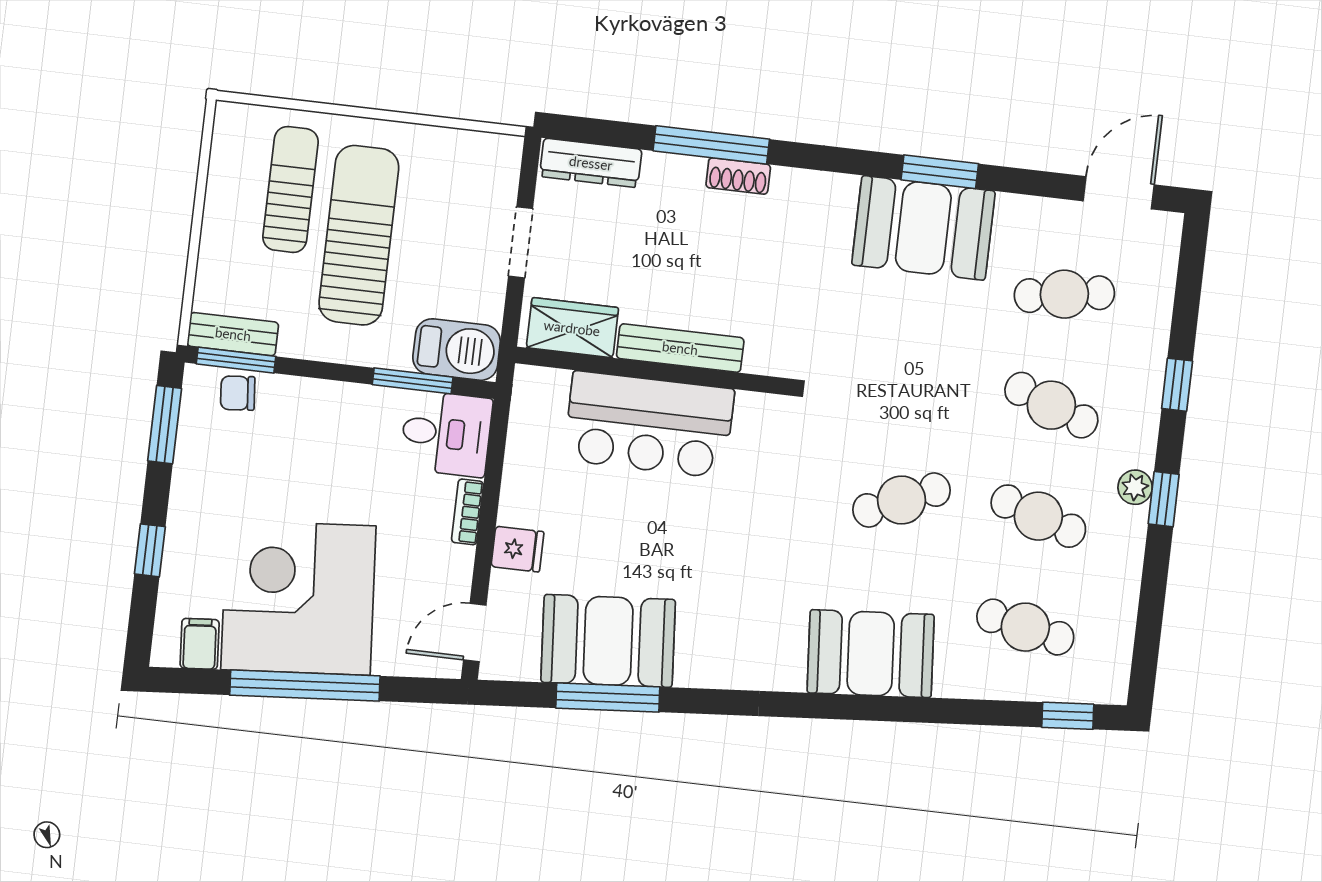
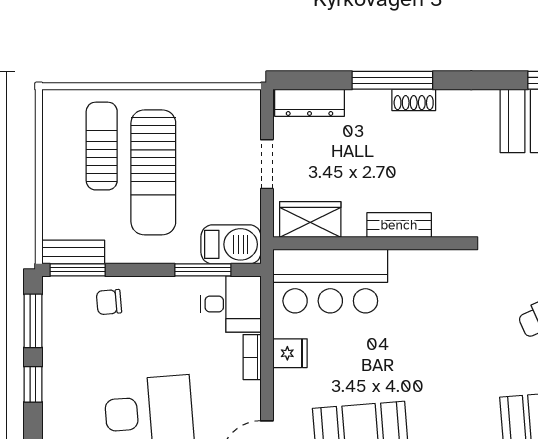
sun lounger: (359, 235) -> (153, 172), turned 180
bench: (680, 348) -> (399, 225), width x0.73
chair: (238, 393) -> (109, 302), moved
bar counter: (649, 425) -> (330, 281), moved
fridge: (517, 549) -> (290, 353), moved
window: (150, 550) -> (33, 384), moved

